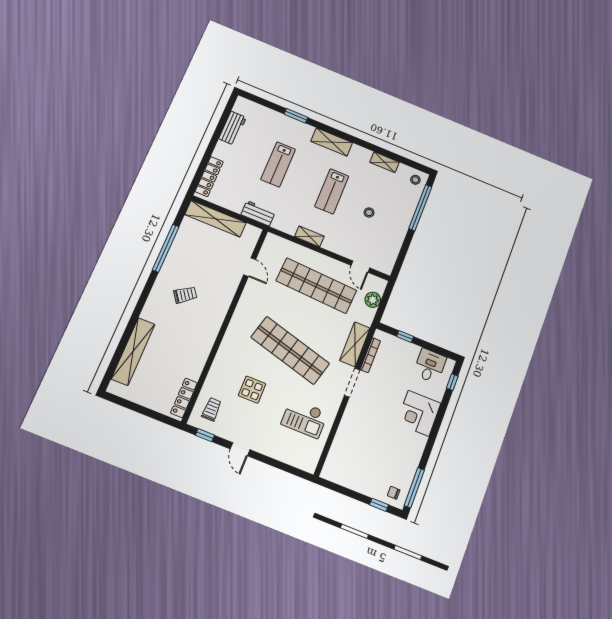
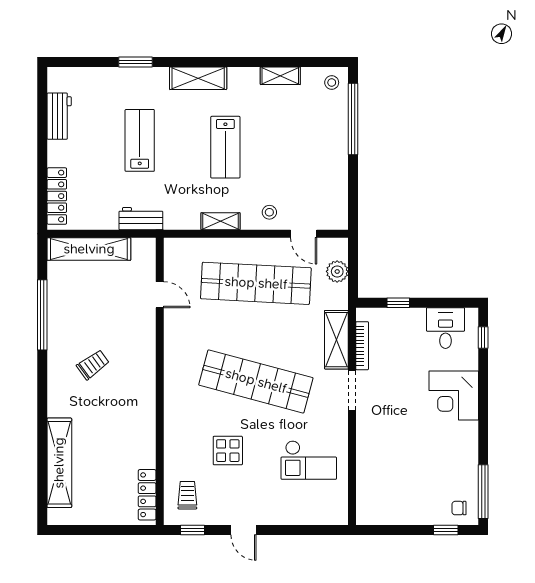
lab bench: (278, 164) -> (140, 140), turned 180
stool: (369, 213) -> (269, 212), moved

